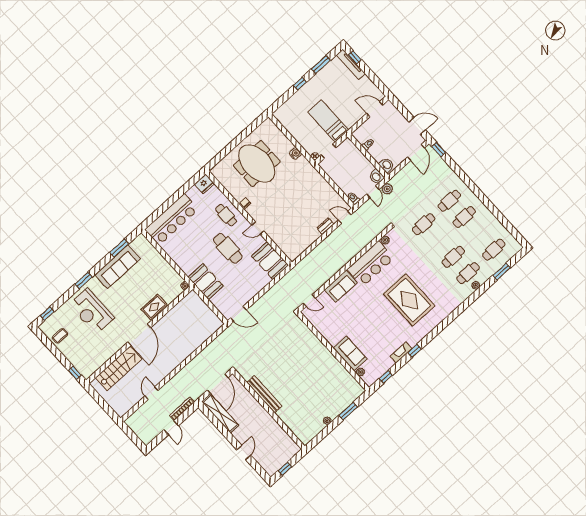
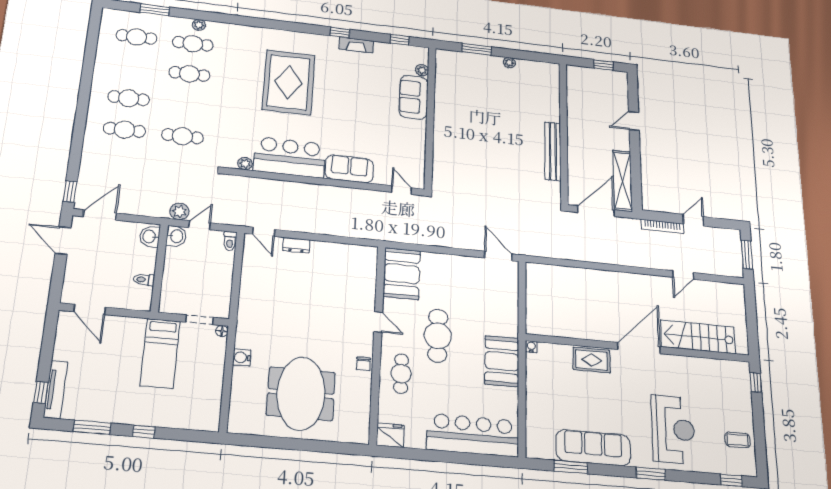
booth: (206, 282) -> (502, 361), moved
window: (132, 436) -> (747, 255), added

